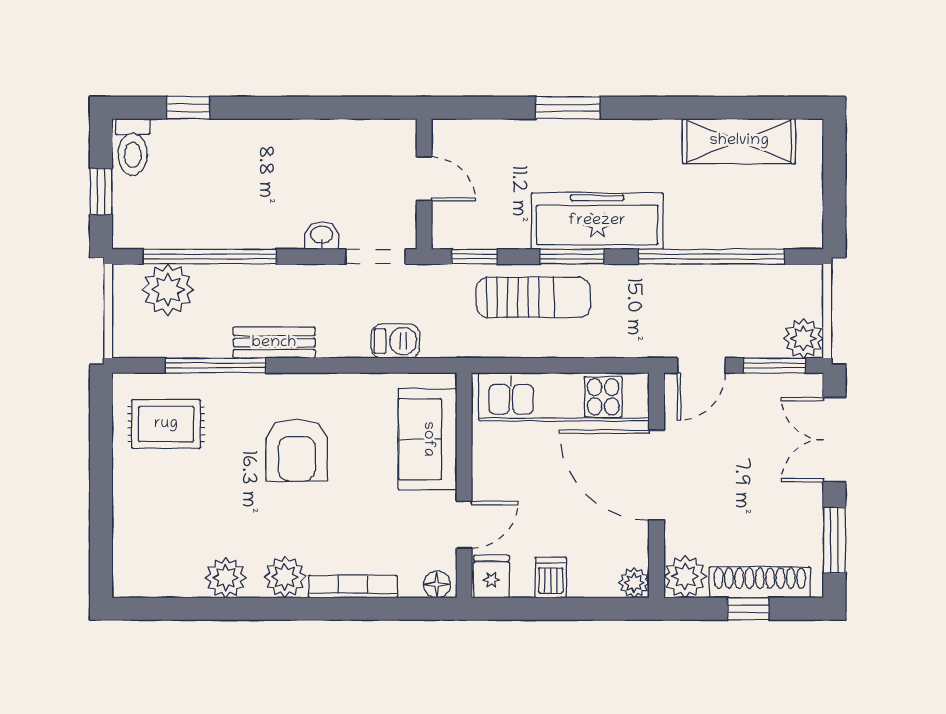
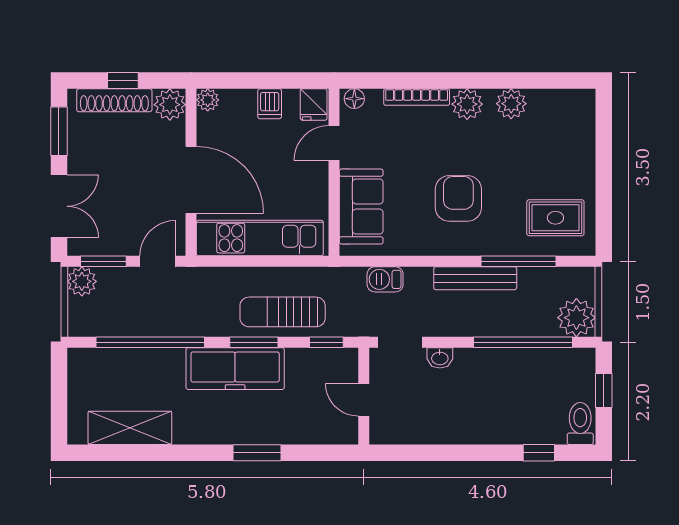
plant: (168, 290) -> (576, 318), moved
bench: (274, 343) -> (475, 278), width x1.36

